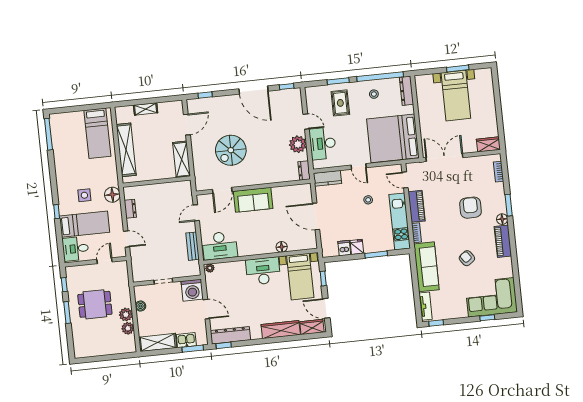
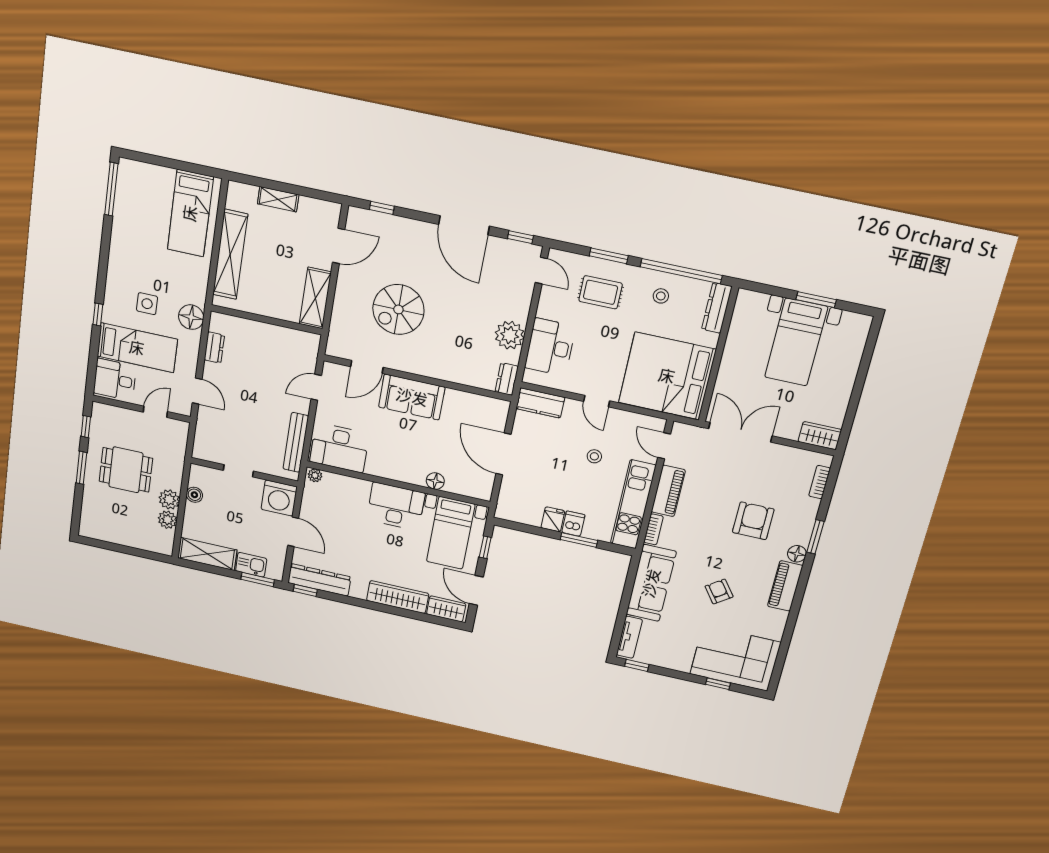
rug: (340, 103) -> (600, 292), turned 90
door: (306, 122) -> (541, 271), moved
bench: (193, 246) -> (296, 442), width x1.36
dishwasher: (344, 248) -> (573, 524), moved

